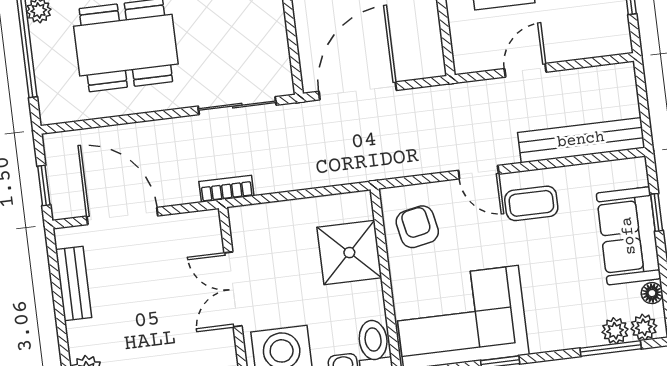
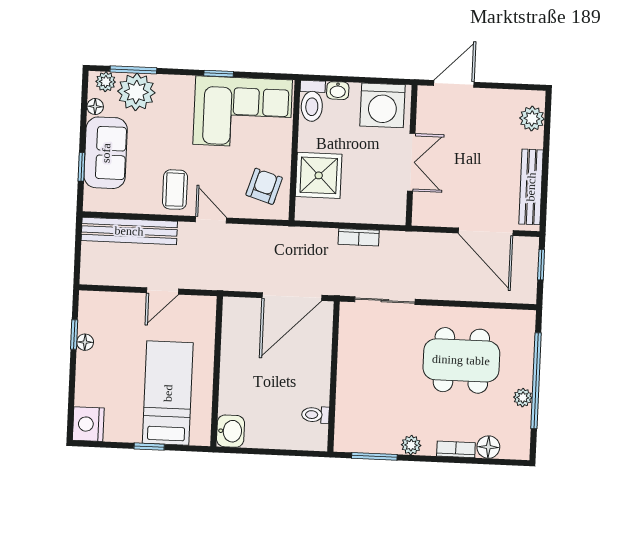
bookcase: (226, 189) -> (359, 237), moved
coffee table: (531, 203) -> (175, 190), turned 90
armchair: (417, 227) -> (264, 186), turned -152
bench: (74, 283) -> (531, 187), width x1.36
plant: (615, 331) -> (136, 92), width x1.88, depth x1.88

